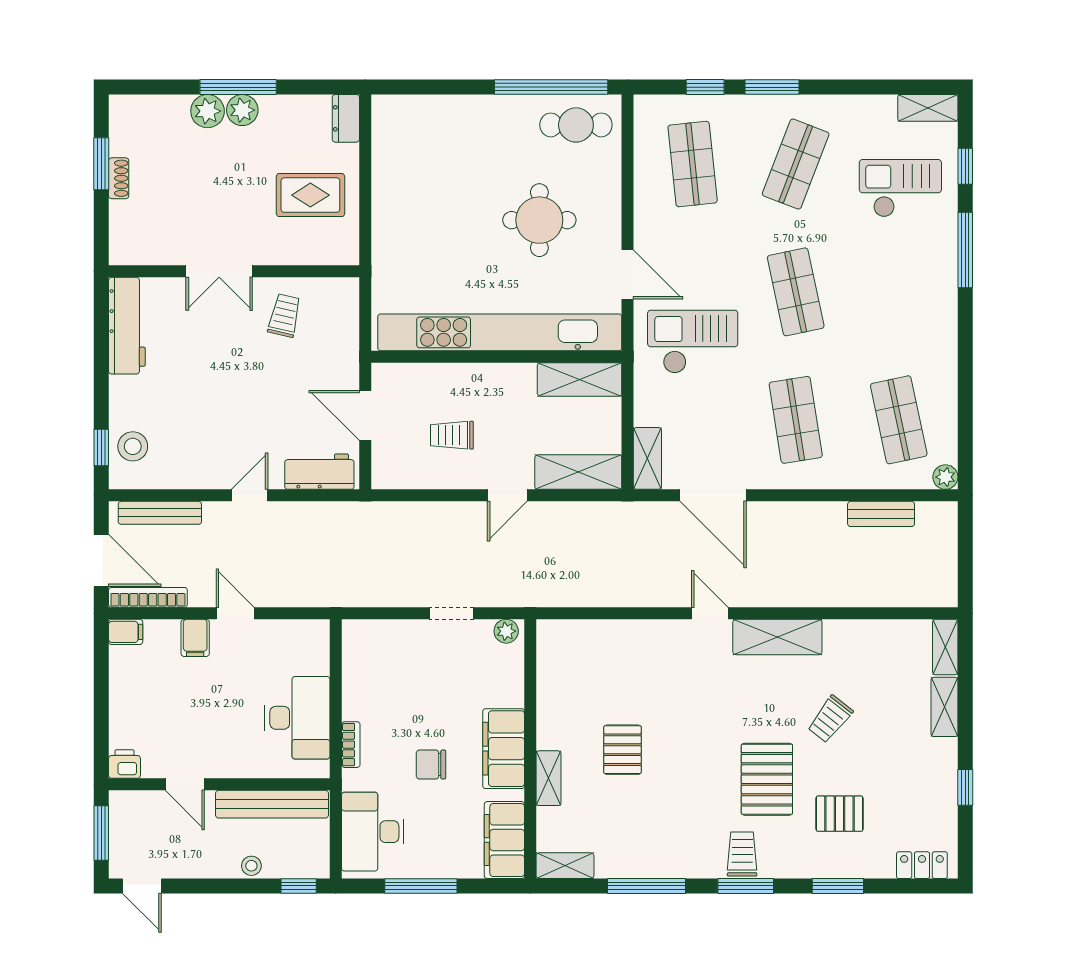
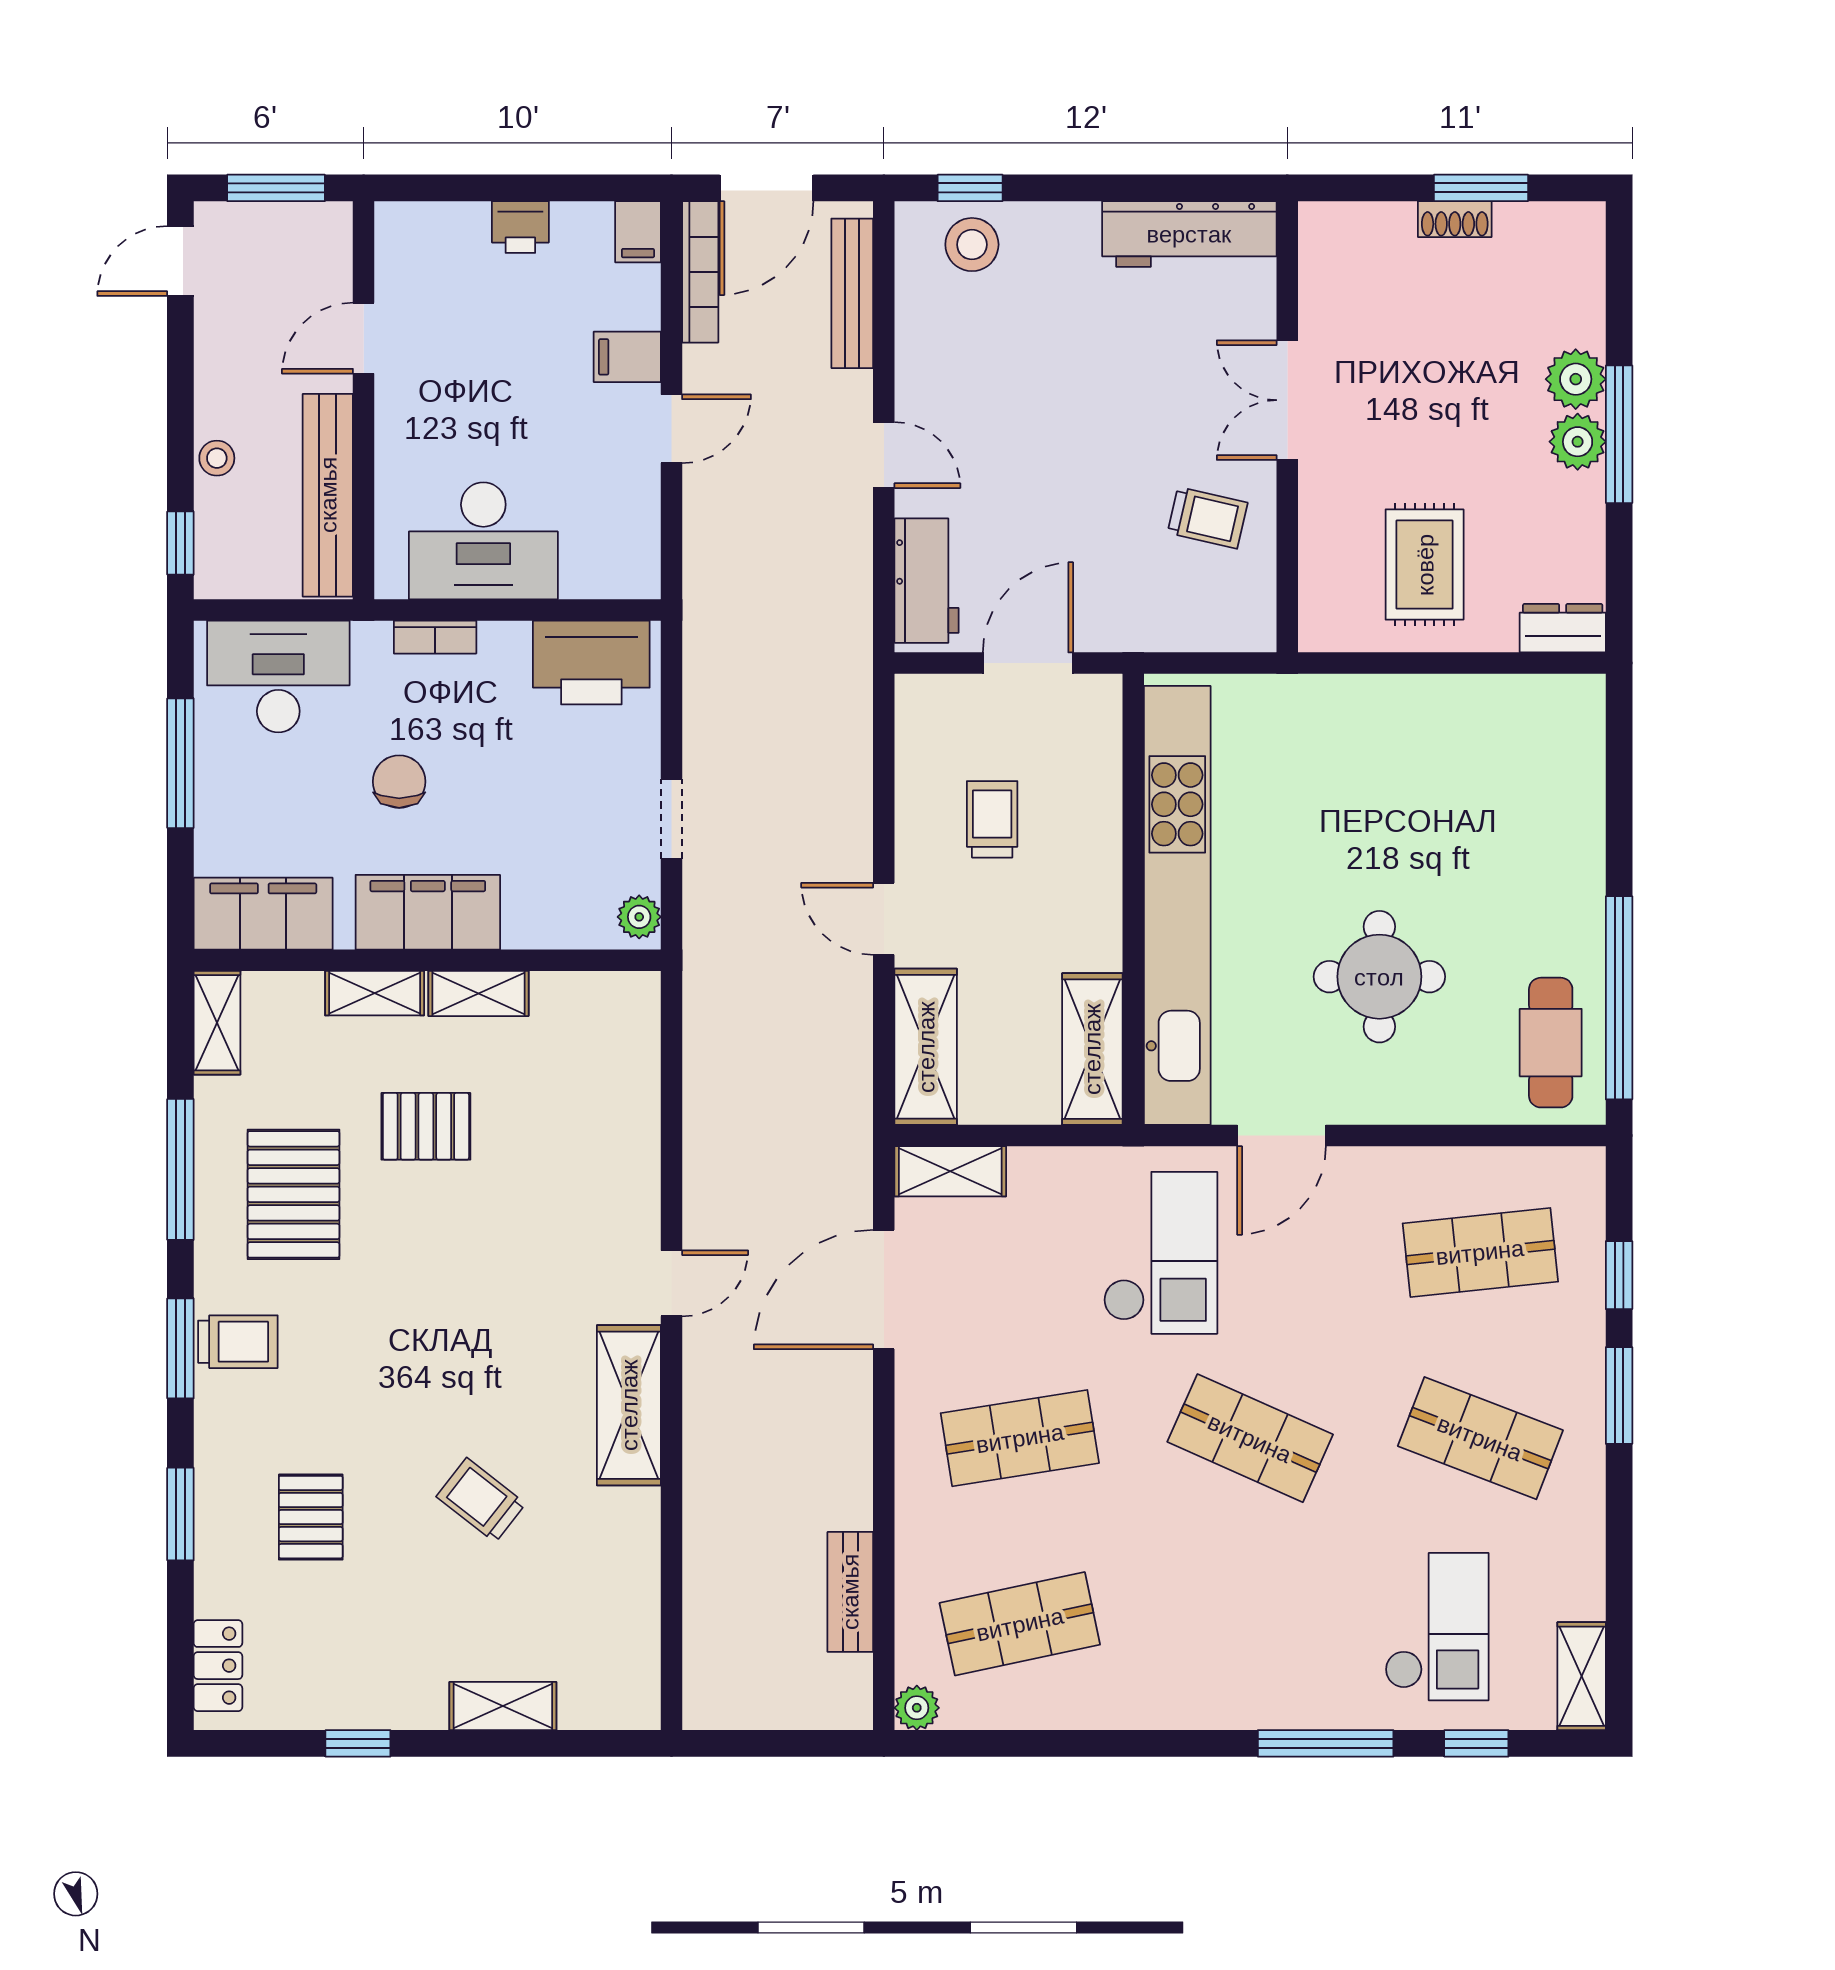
shop shelf: (796, 292) -> (1250, 1438), turned 36
shelving: (945, 647) -> (478, 993), moved
printer: (365, 658) -> (591, 663), added
printer: (124, 764) -> (520, 227), moved, turned 90
pallet: (767, 779) -> (293, 1194), moved, turned 90

